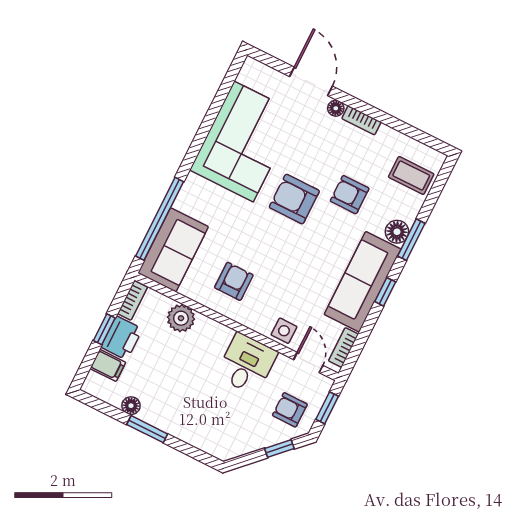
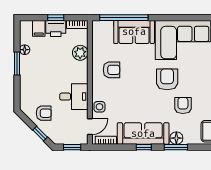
sofa: (173, 250) -> (134, 32), moved
armchair: (290, 410) -> (44, 113), moved, turned 90

